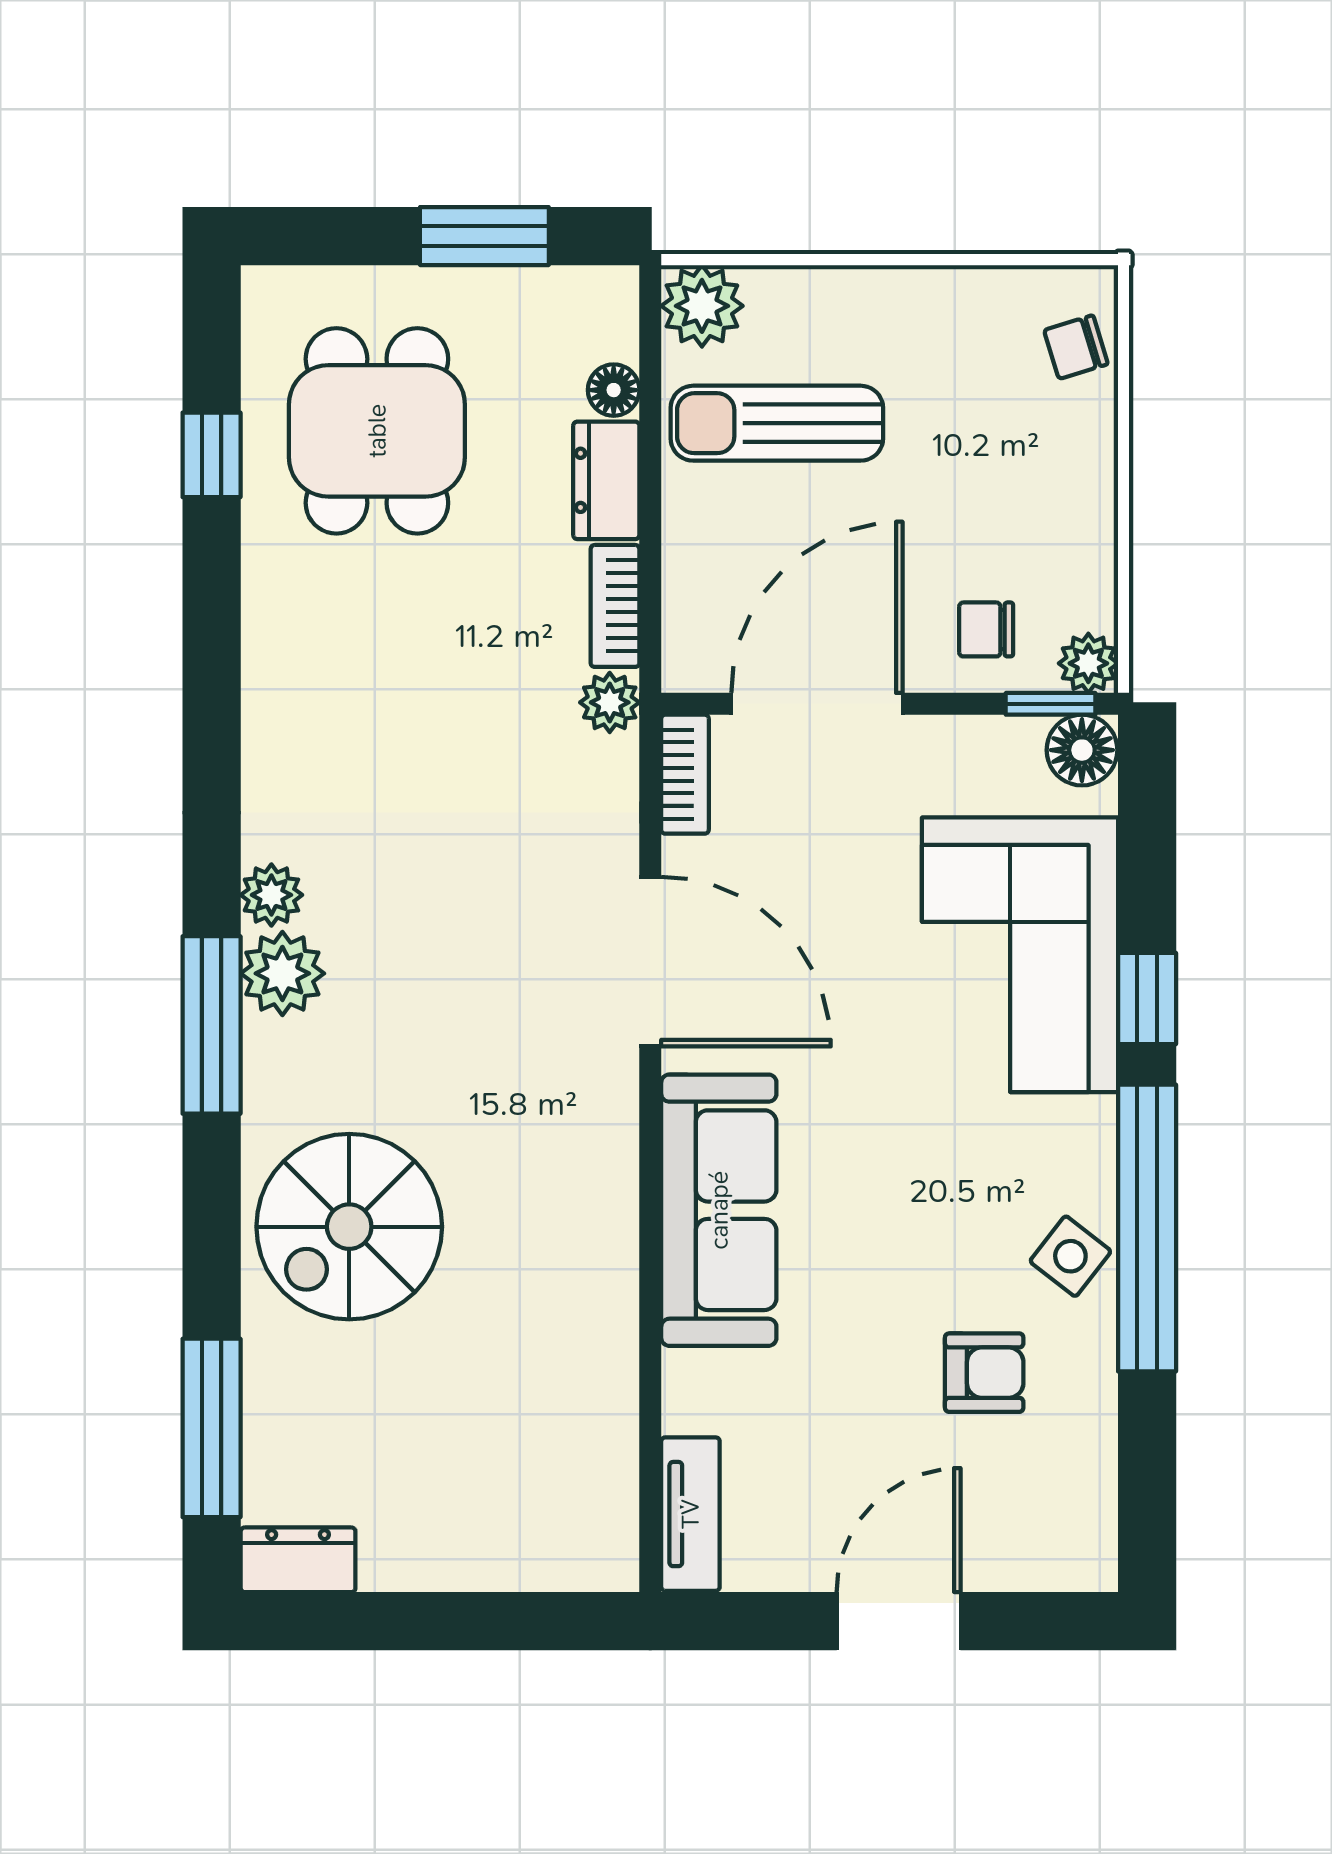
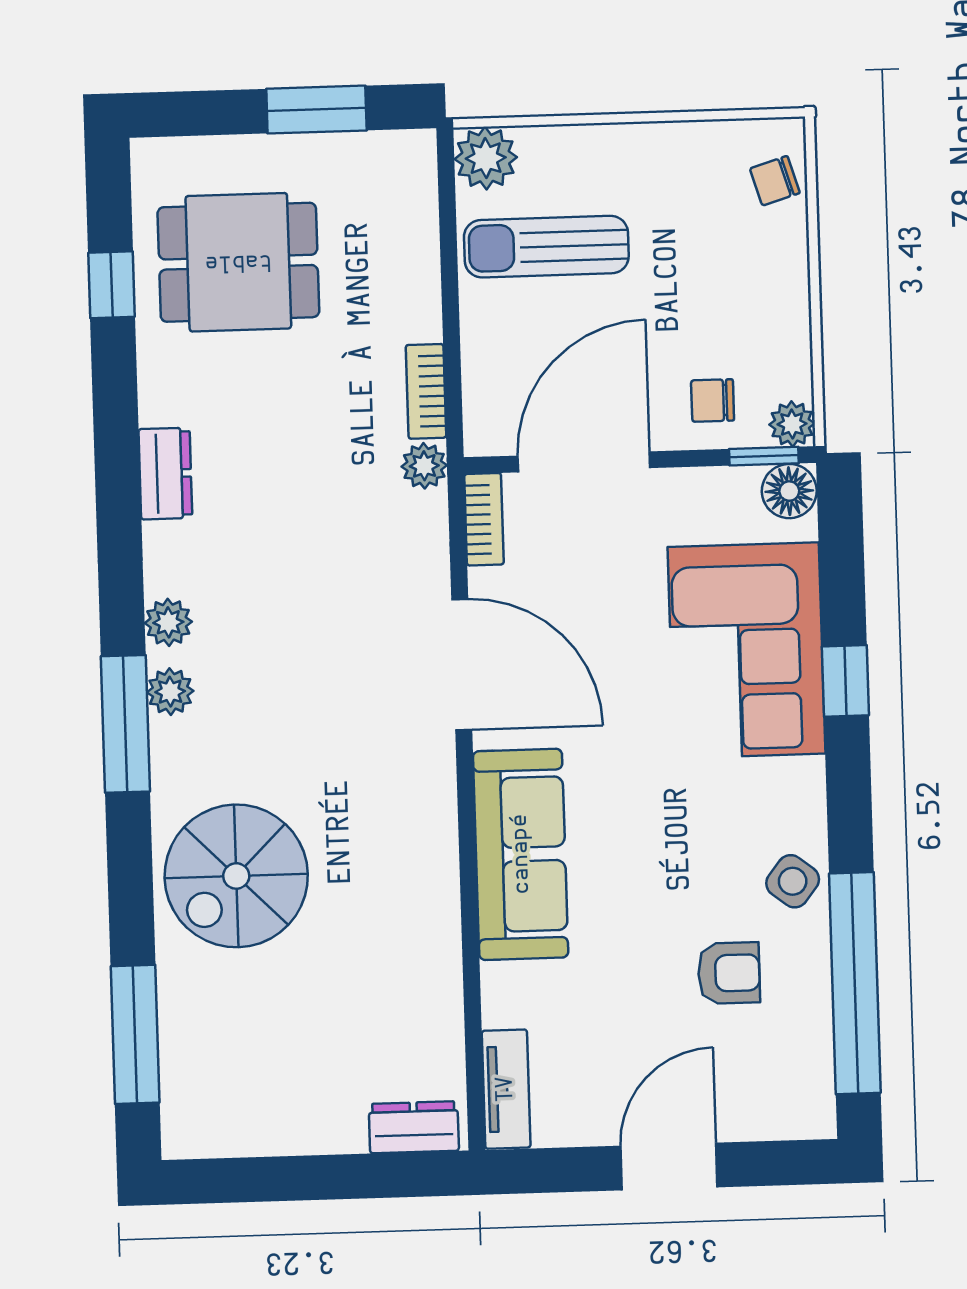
floor lamp: (614, 390) -> (420, 225), removed
dining table: (377, 431) -> (238, 262), turned 90
dresser: (606, 480) -> (165, 474), moved, turned 180
plant: (282, 973) -> (170, 692), width x0.73, depth x0.73
window: (1147, 1228) -> (855, 983), moved
dresser: (298, 1560) -> (414, 1127), moved

